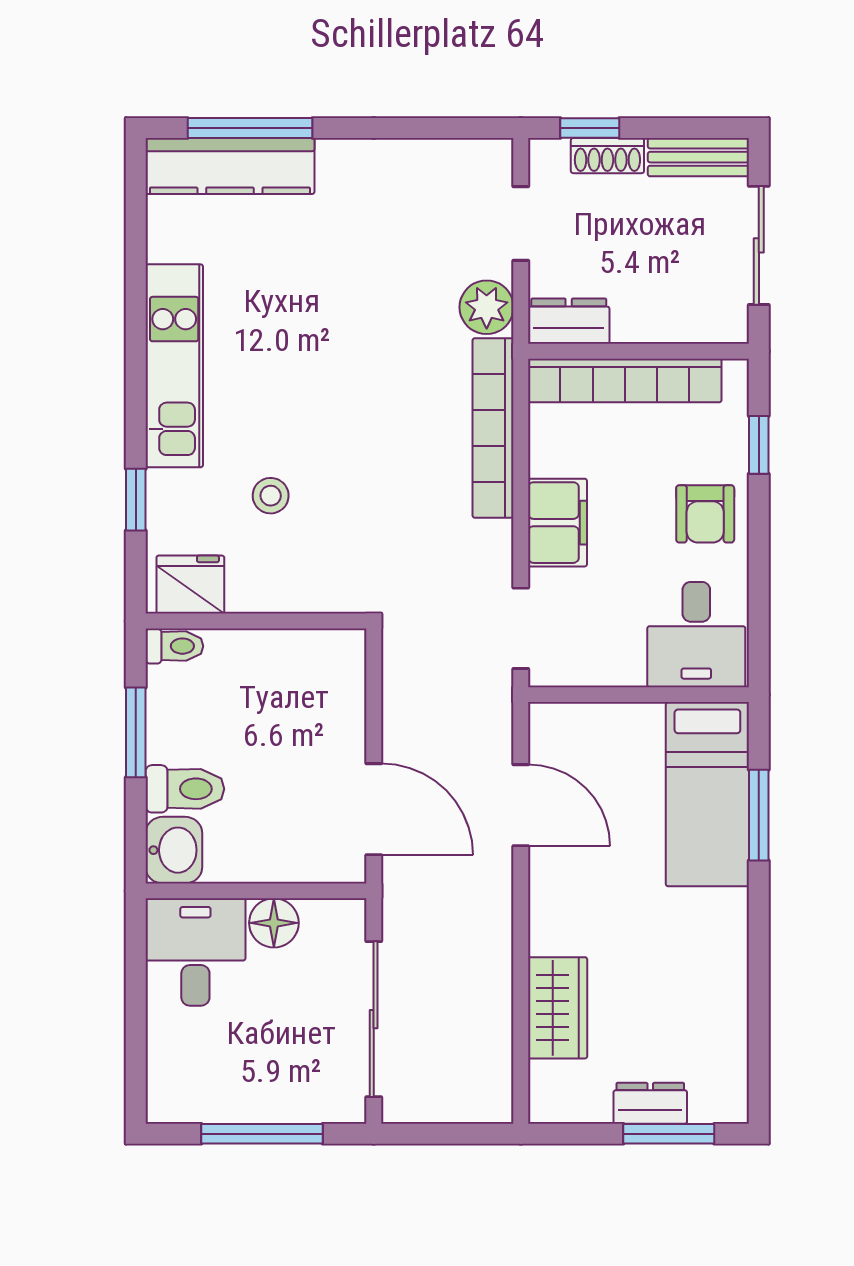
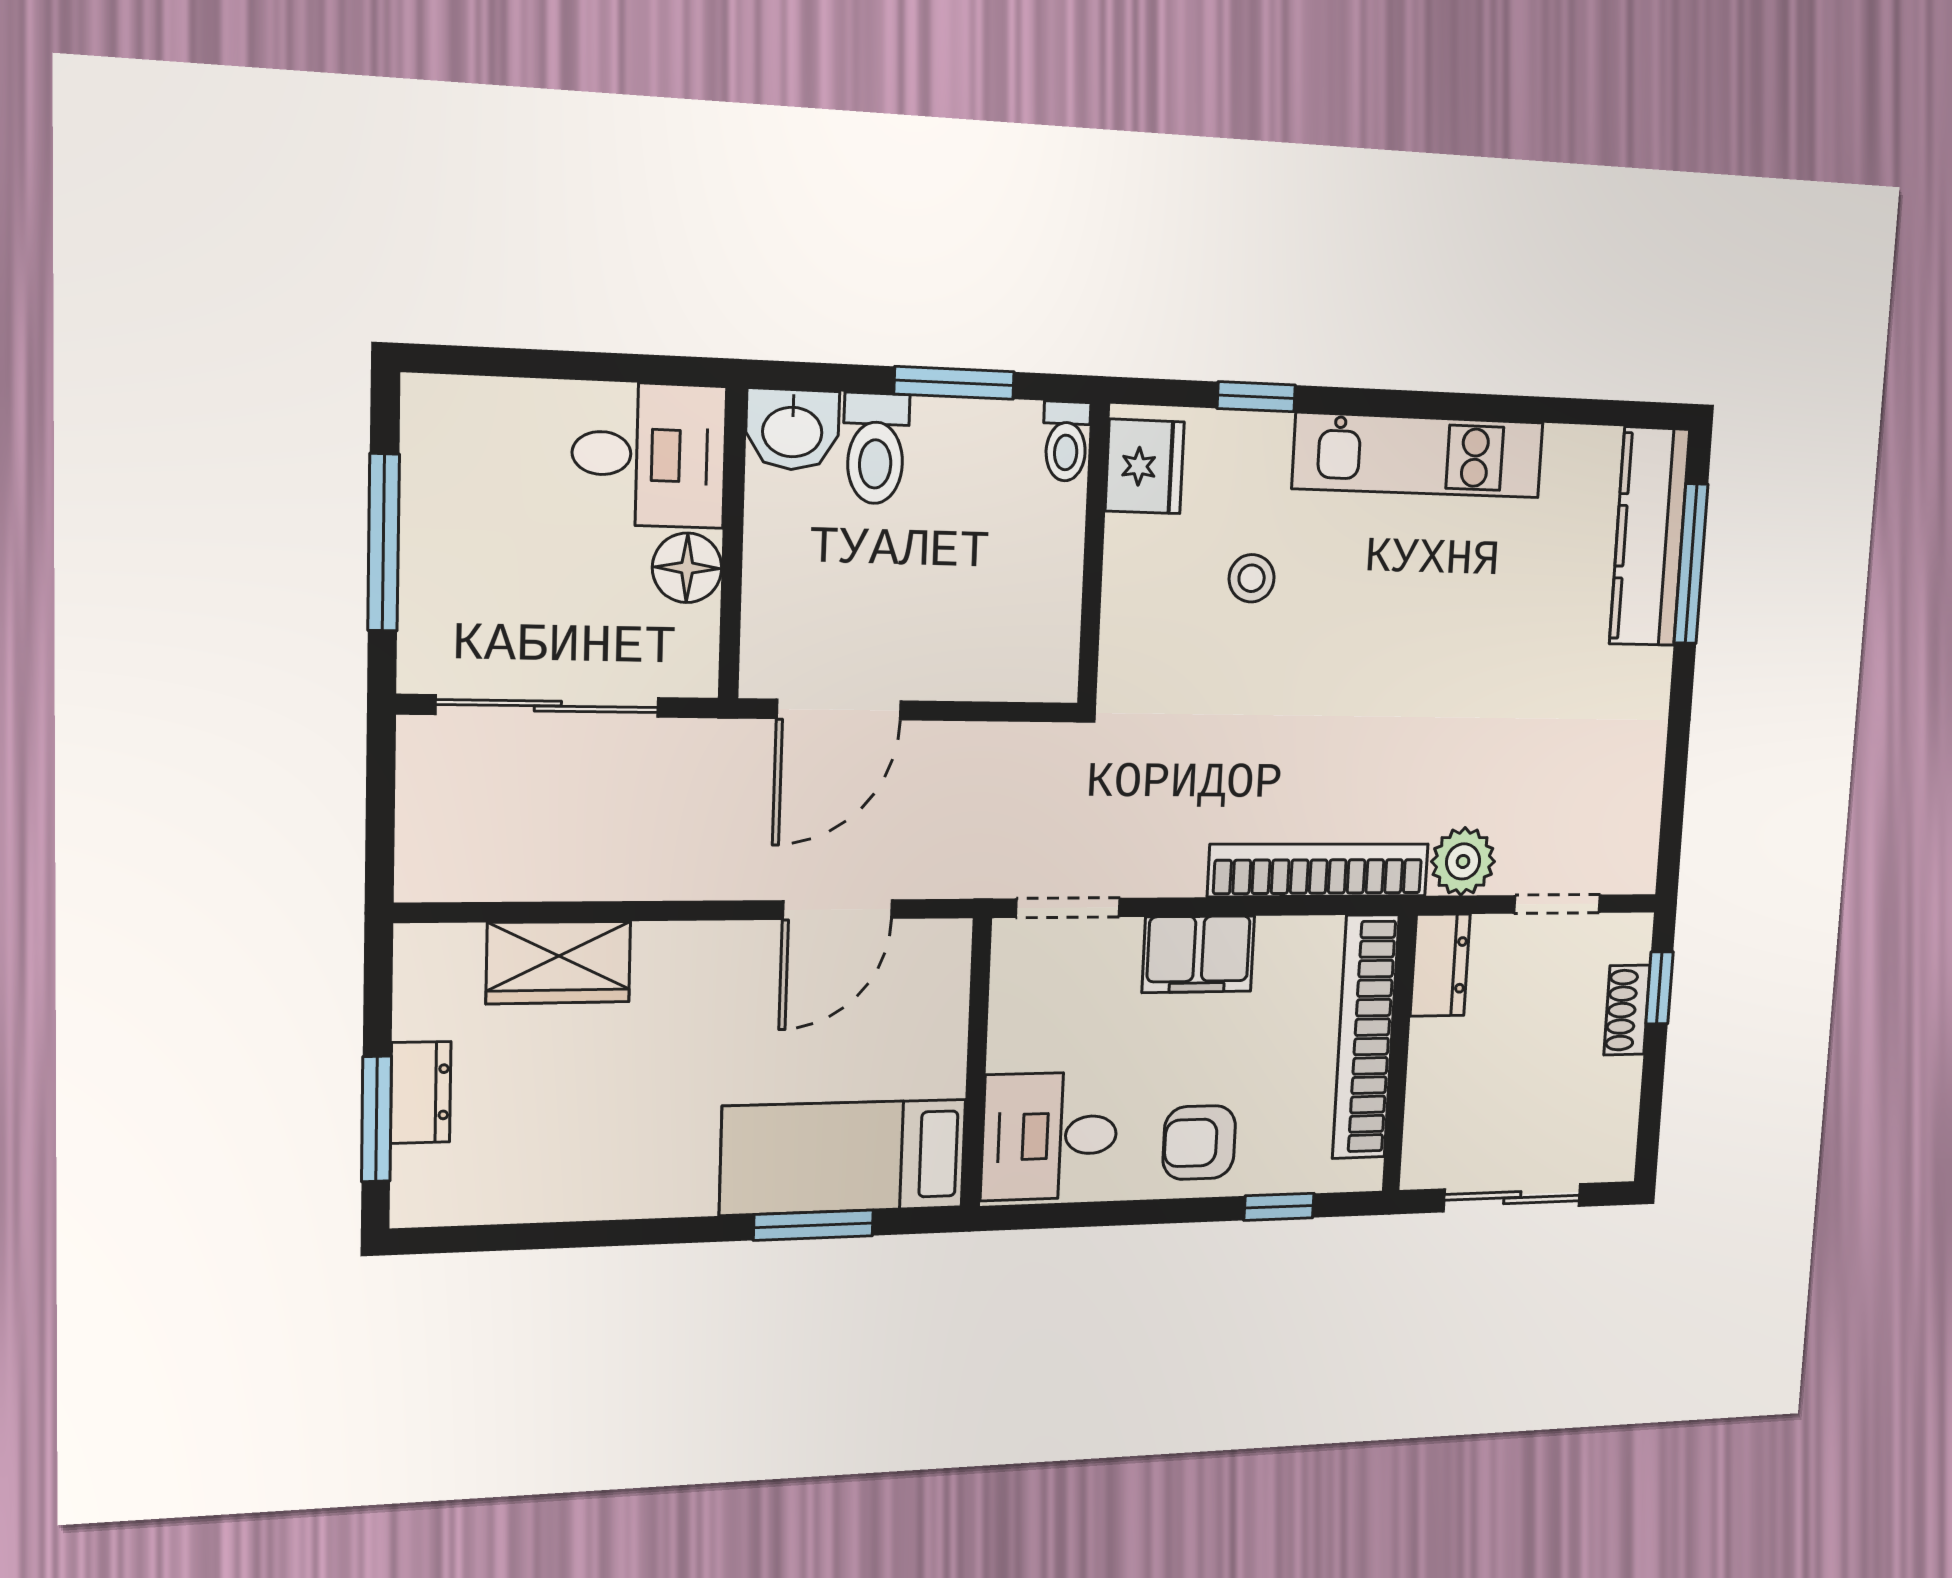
bench: (698, 157) -> (1617, 1121), removed

